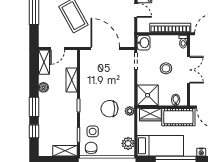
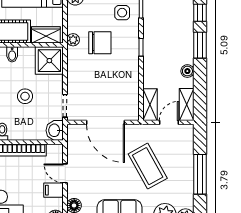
shelving: (72, 80) -> (150, 105), moved

